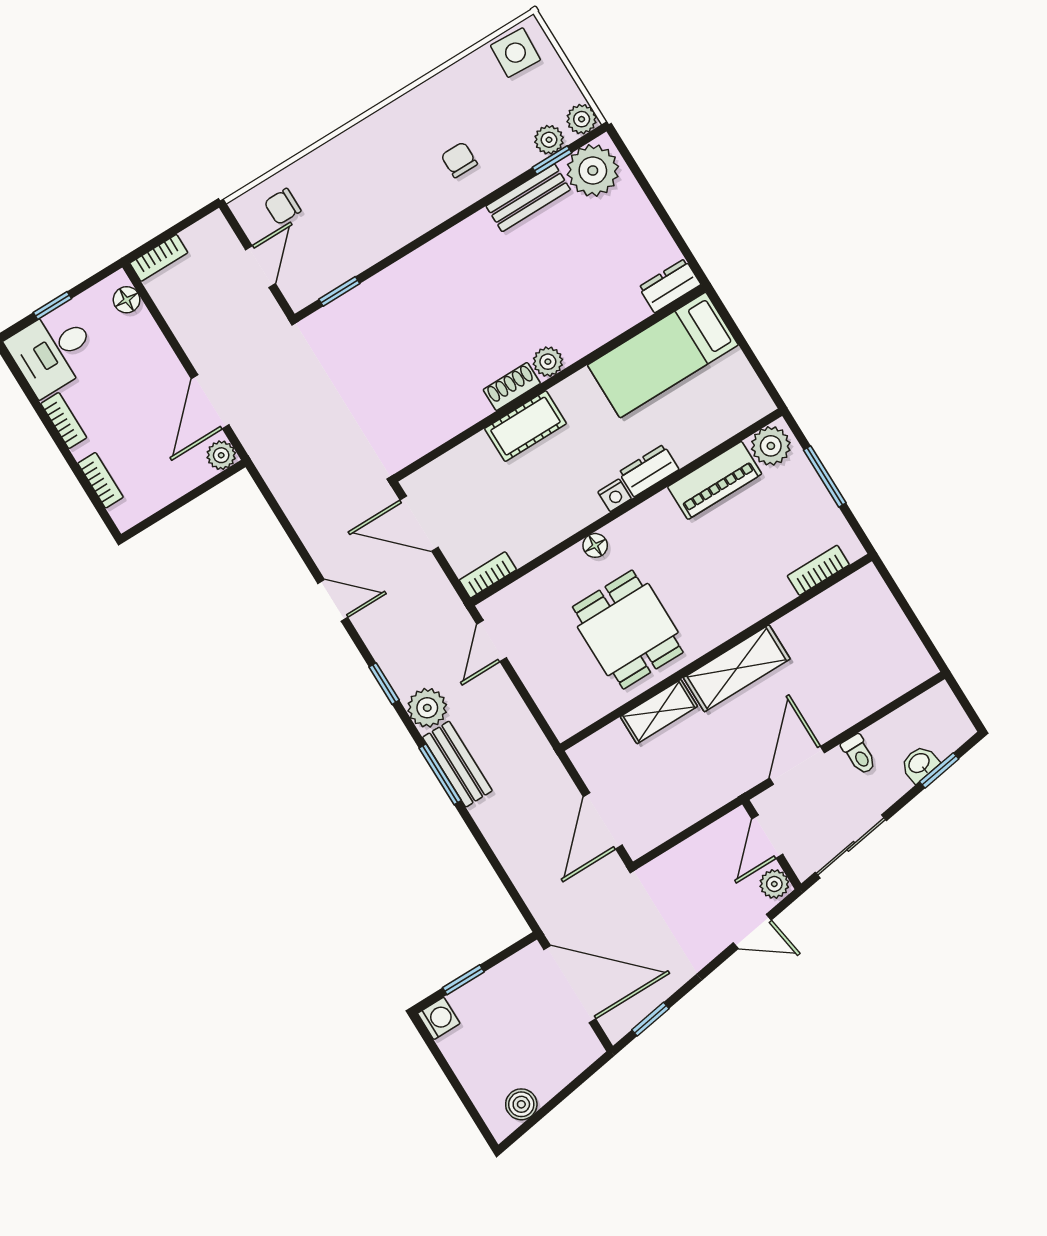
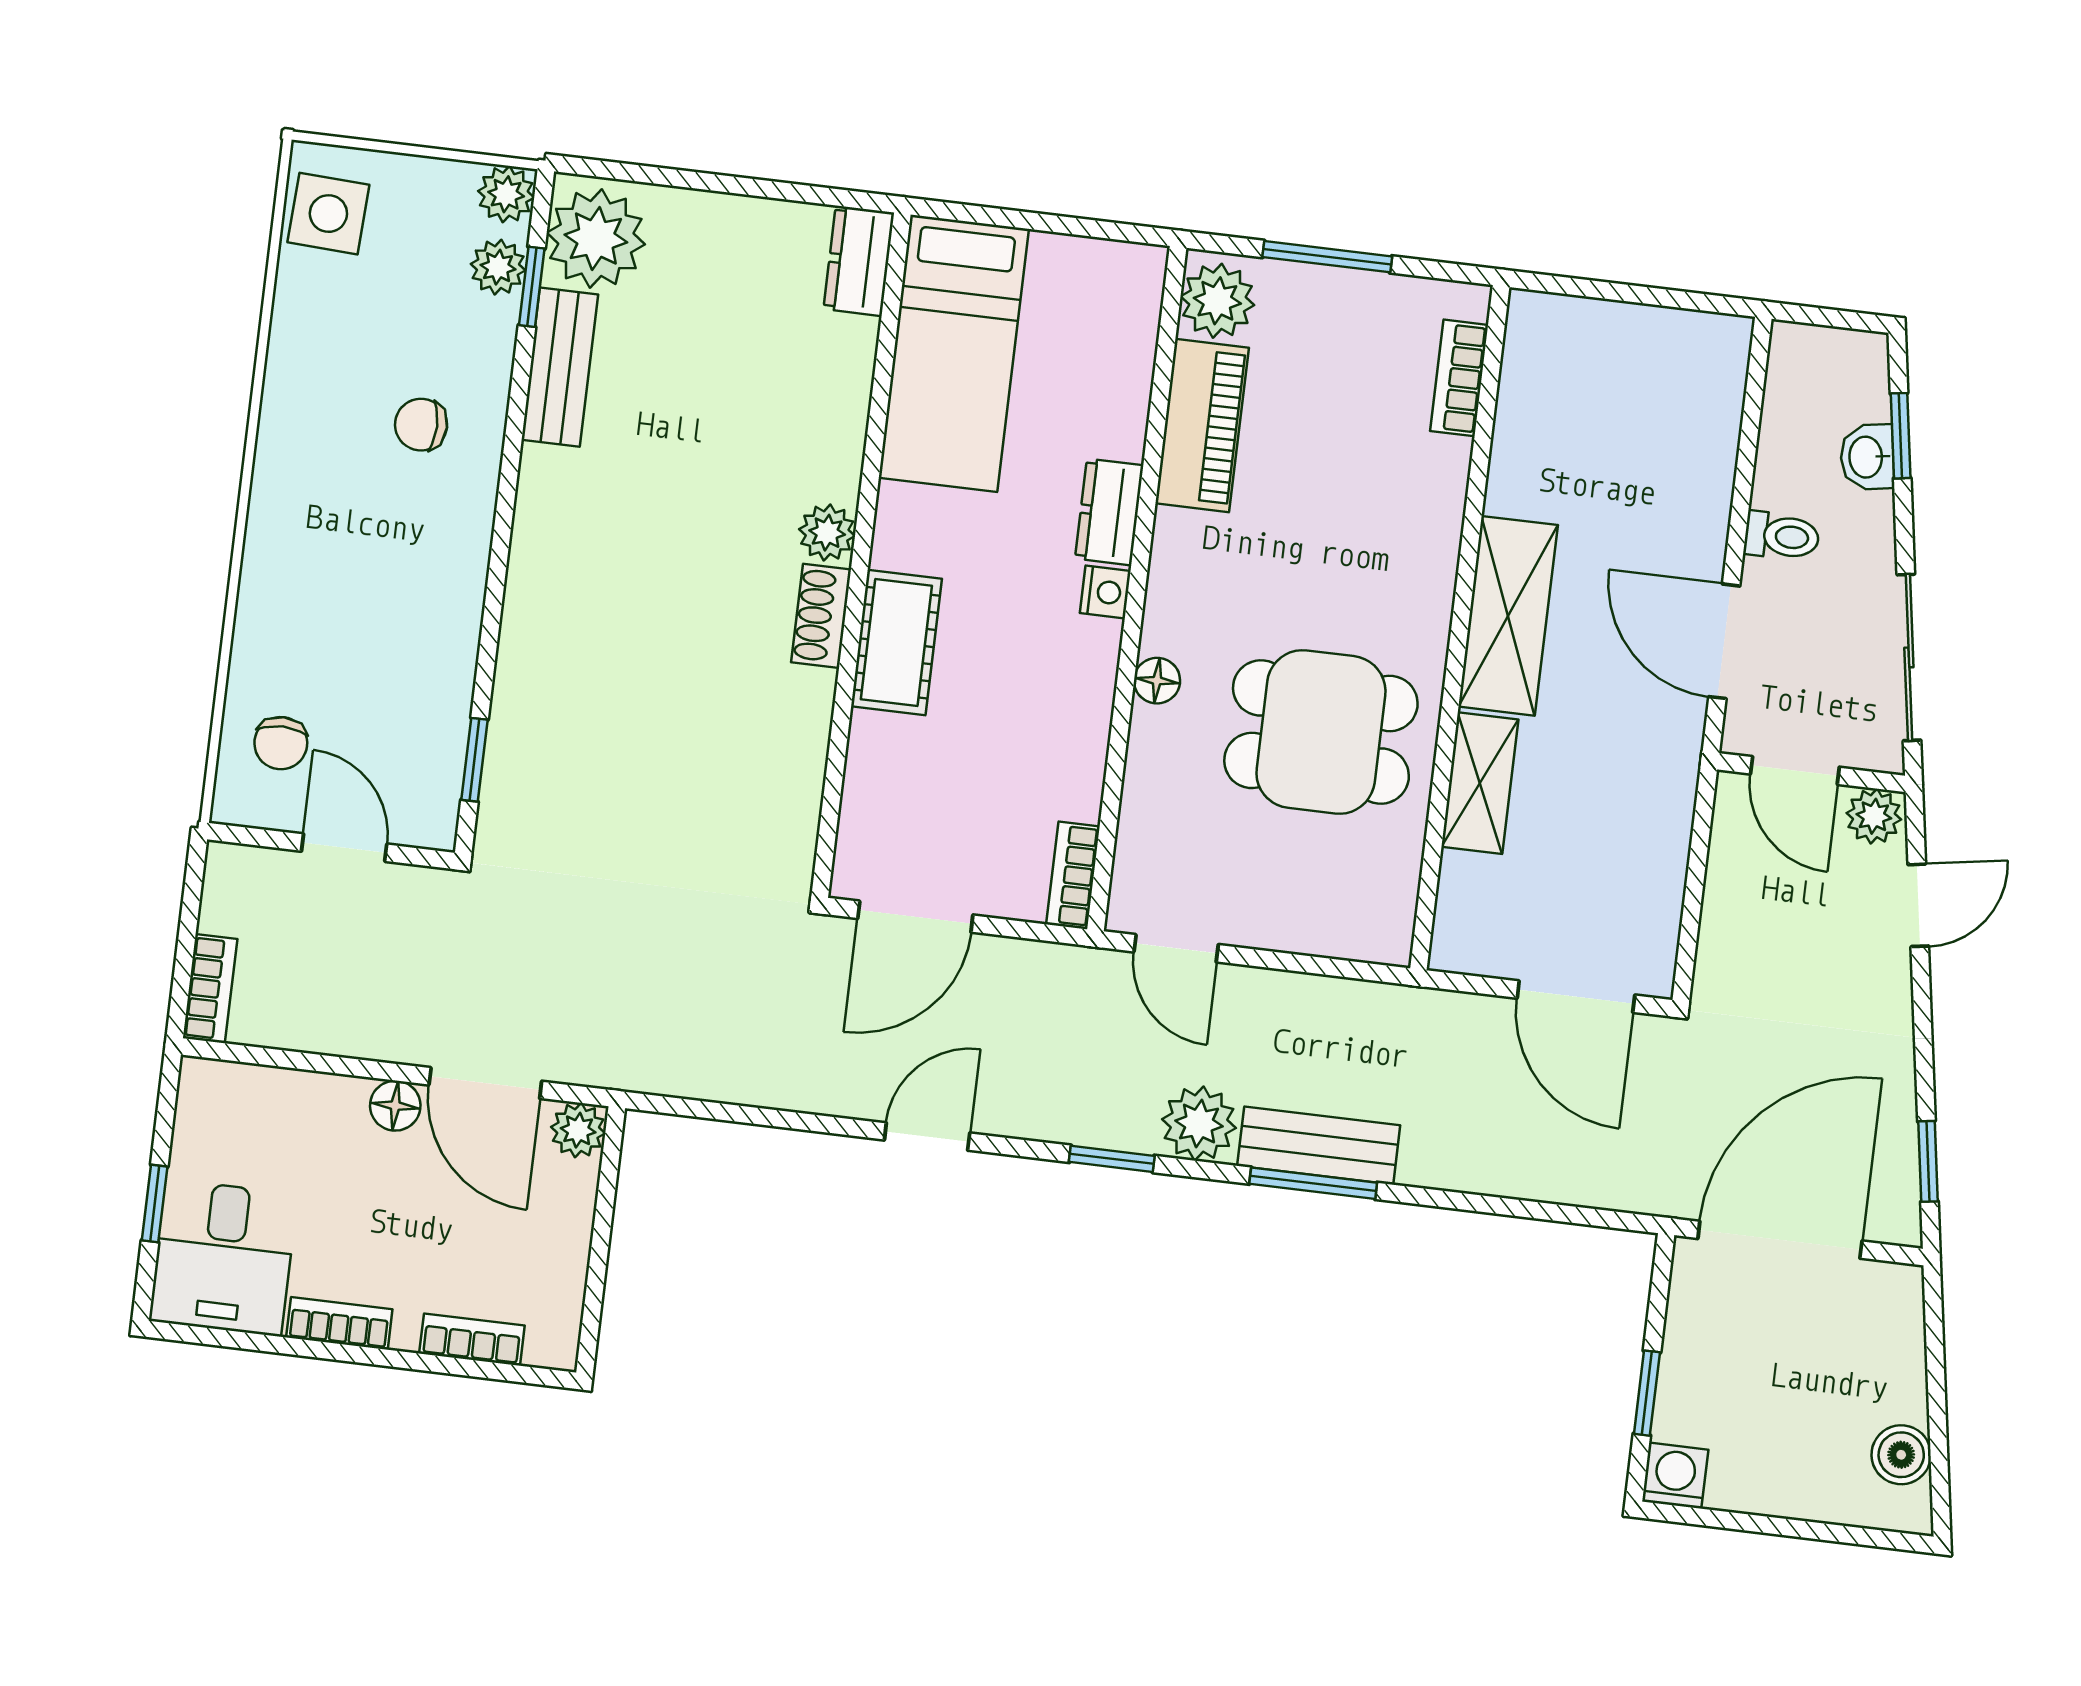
floor lamp: (127, 300) -> (395, 1106), moved

